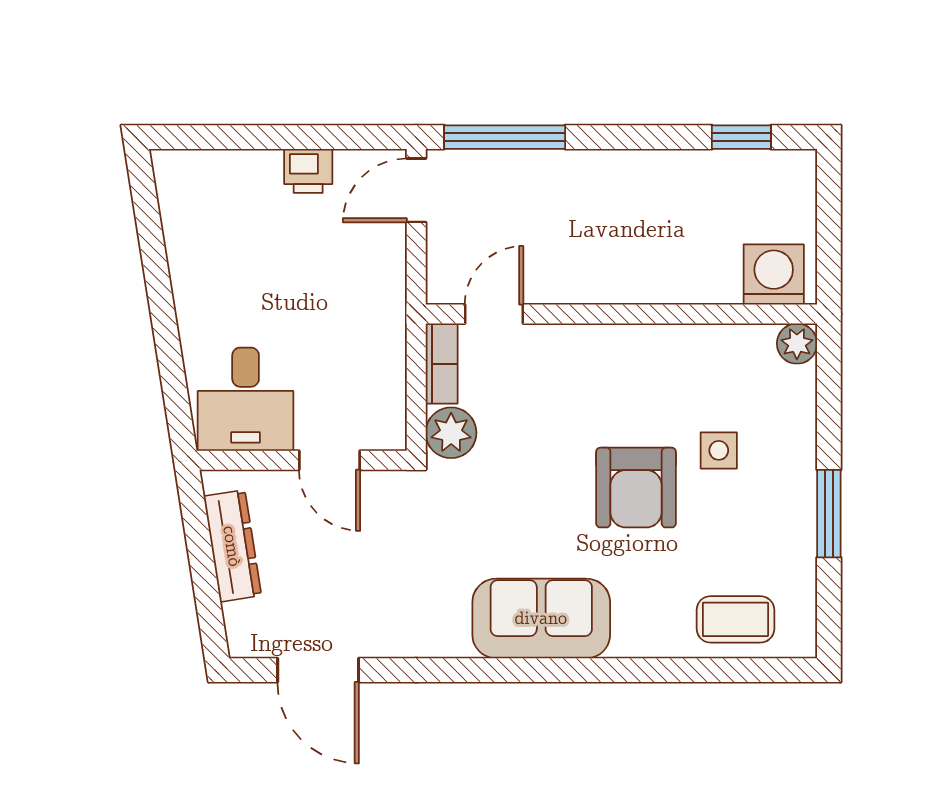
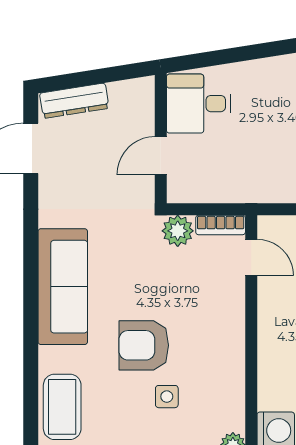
dresser: (232, 546) -> (74, 101), moved
sofa: (541, 618) -> (63, 287), width x1.36
coffee table: (735, 619) -> (62, 407), width x1.36, depth x1.30

